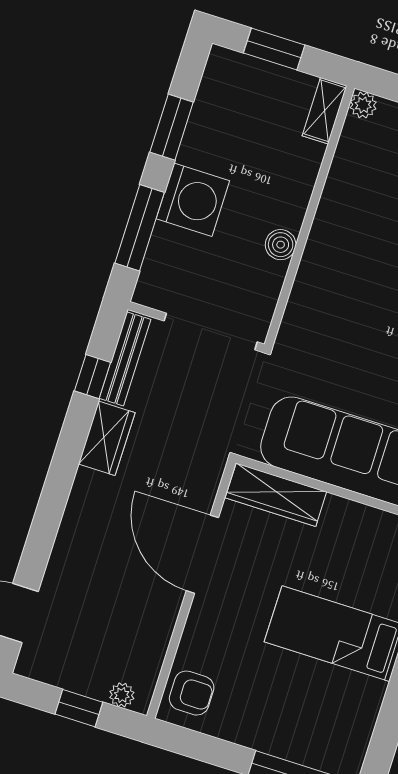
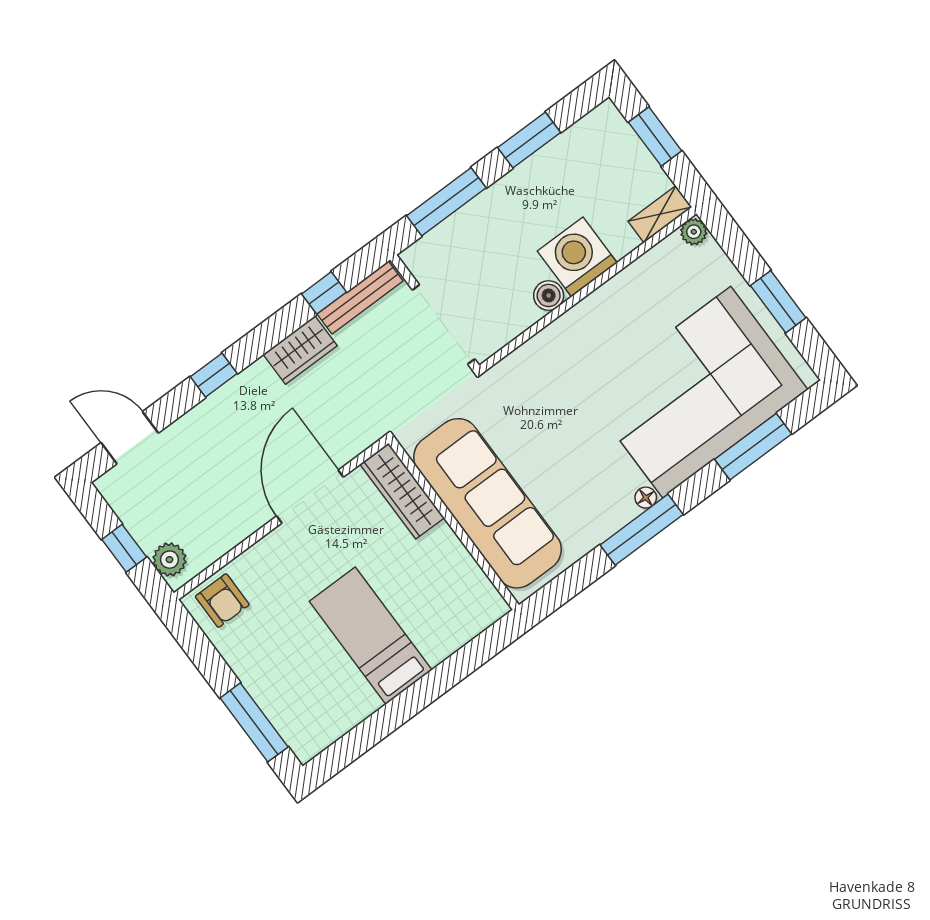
washing machine: (193, 200) -> (577, 257), moved, turned 180
window: (50, 511) -> (214, 375), added
plant: (122, 695) -> (169, 560), width x1.38, depth x1.38

